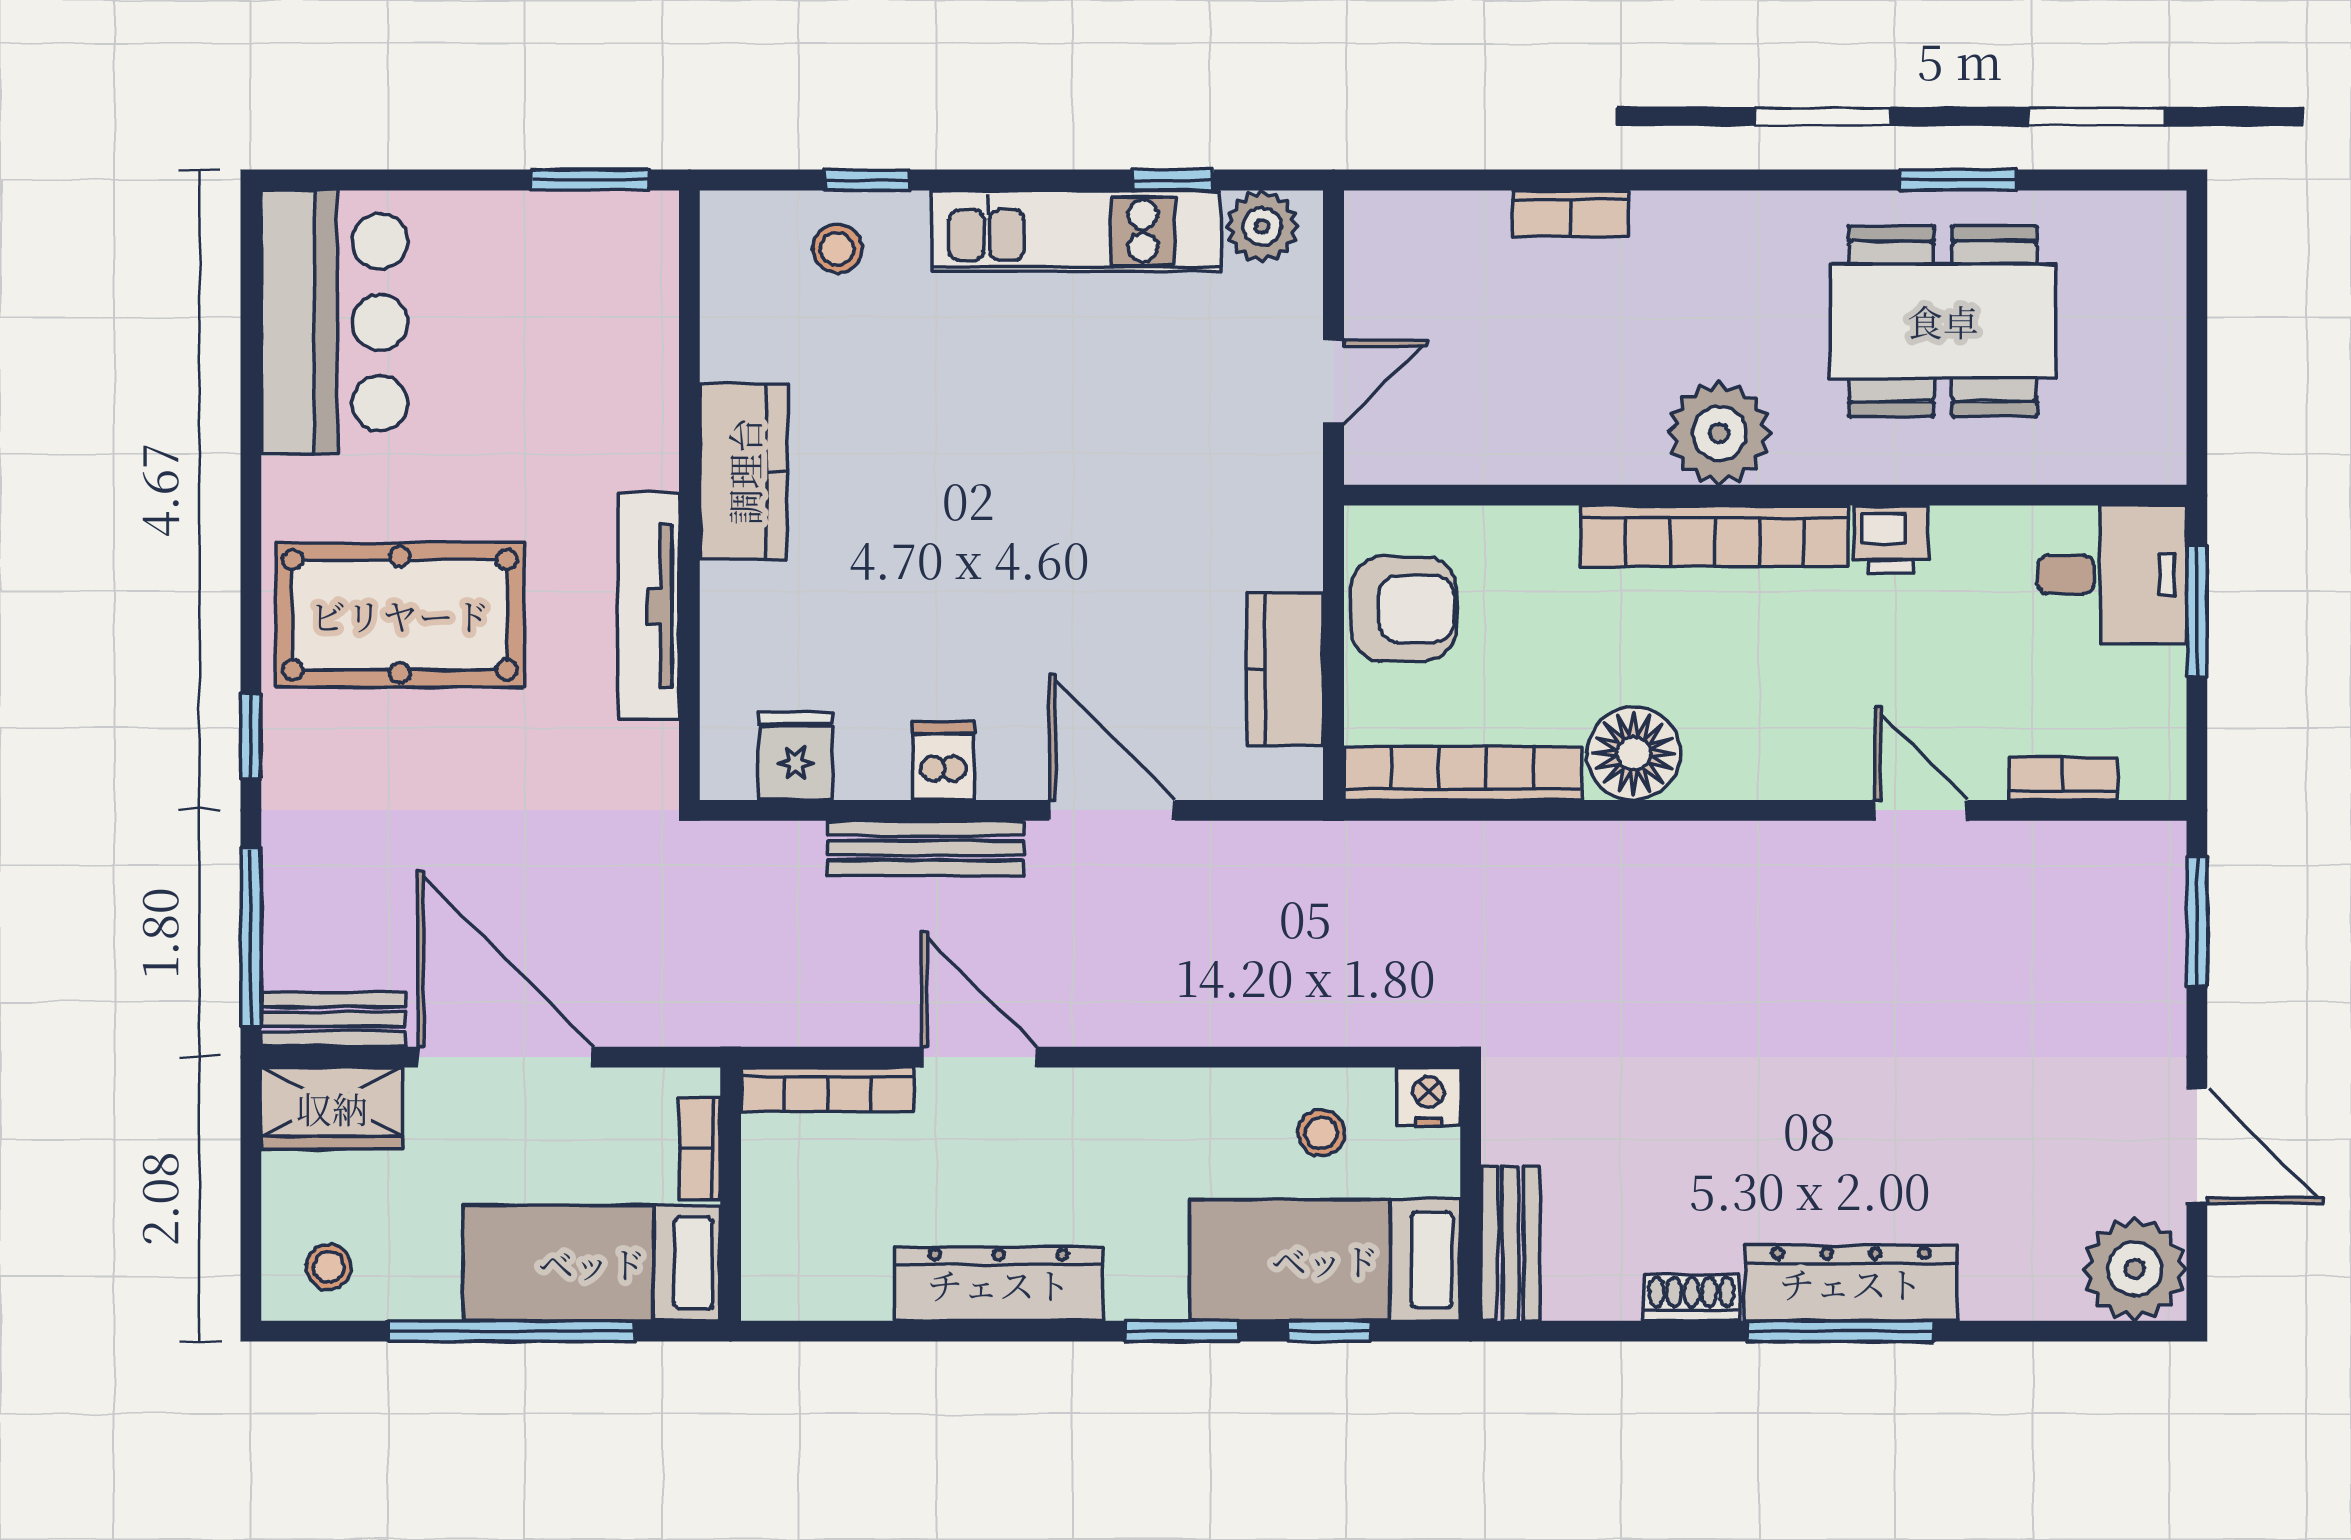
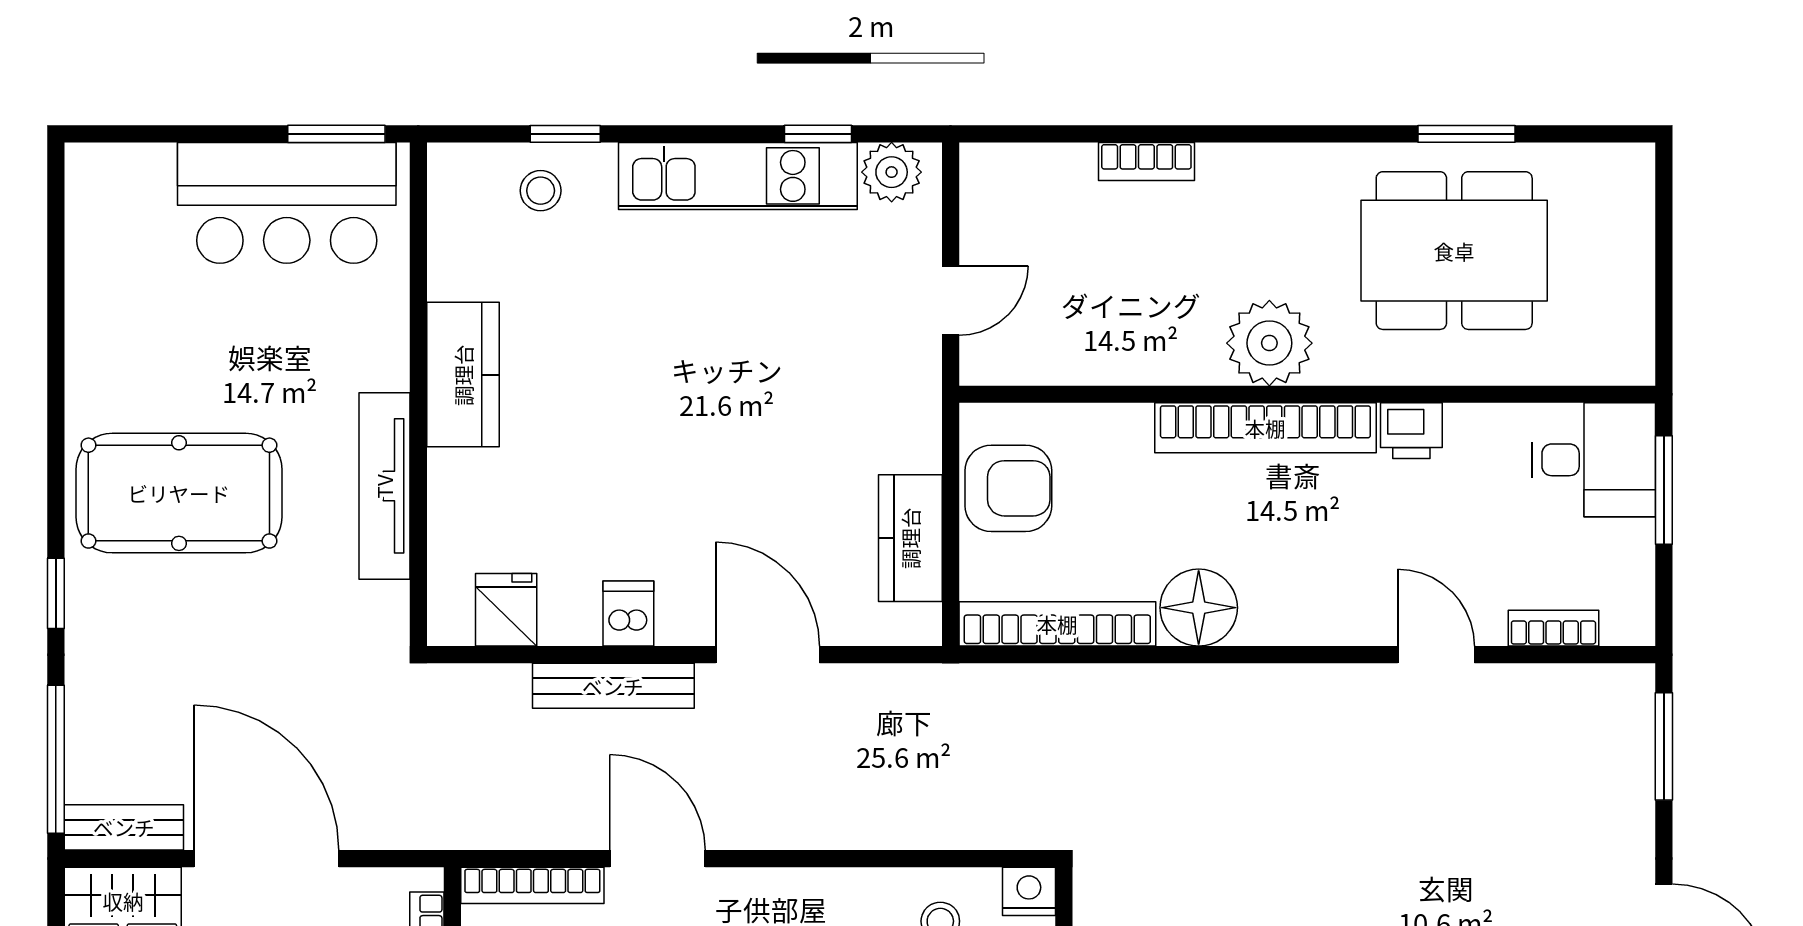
bar counter: (335, 322) -> (287, 203), moved, turned 90

